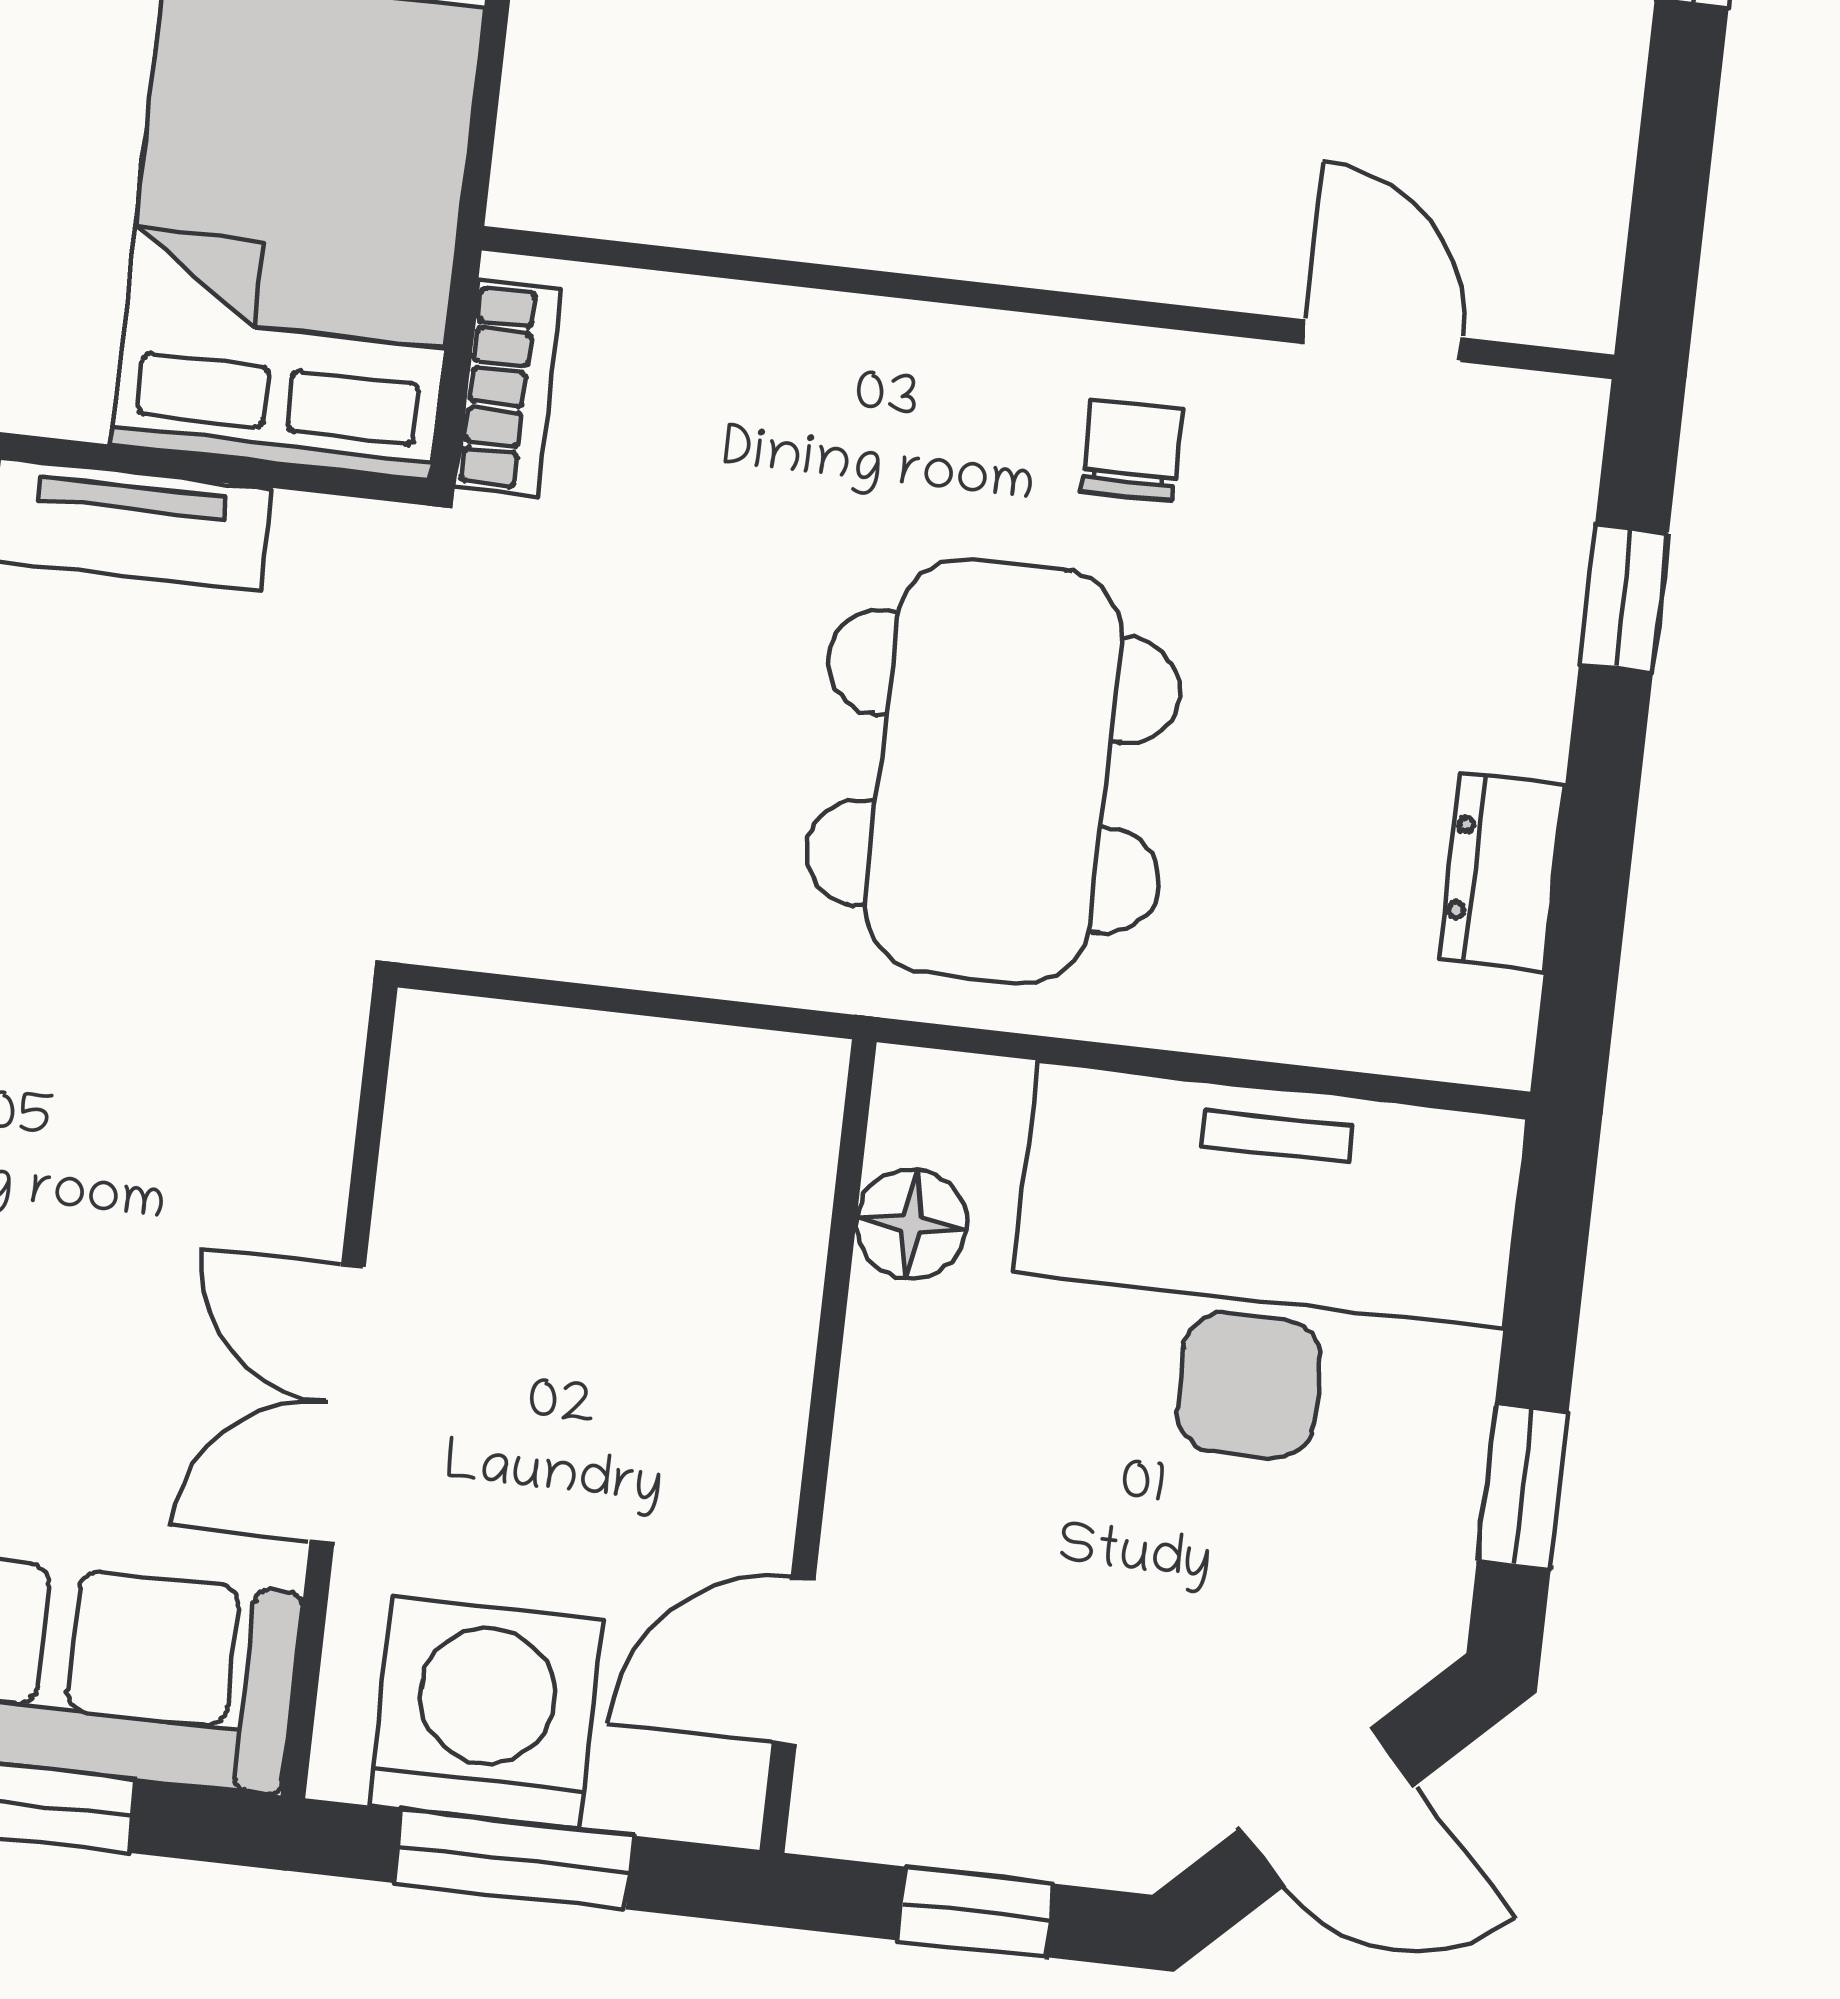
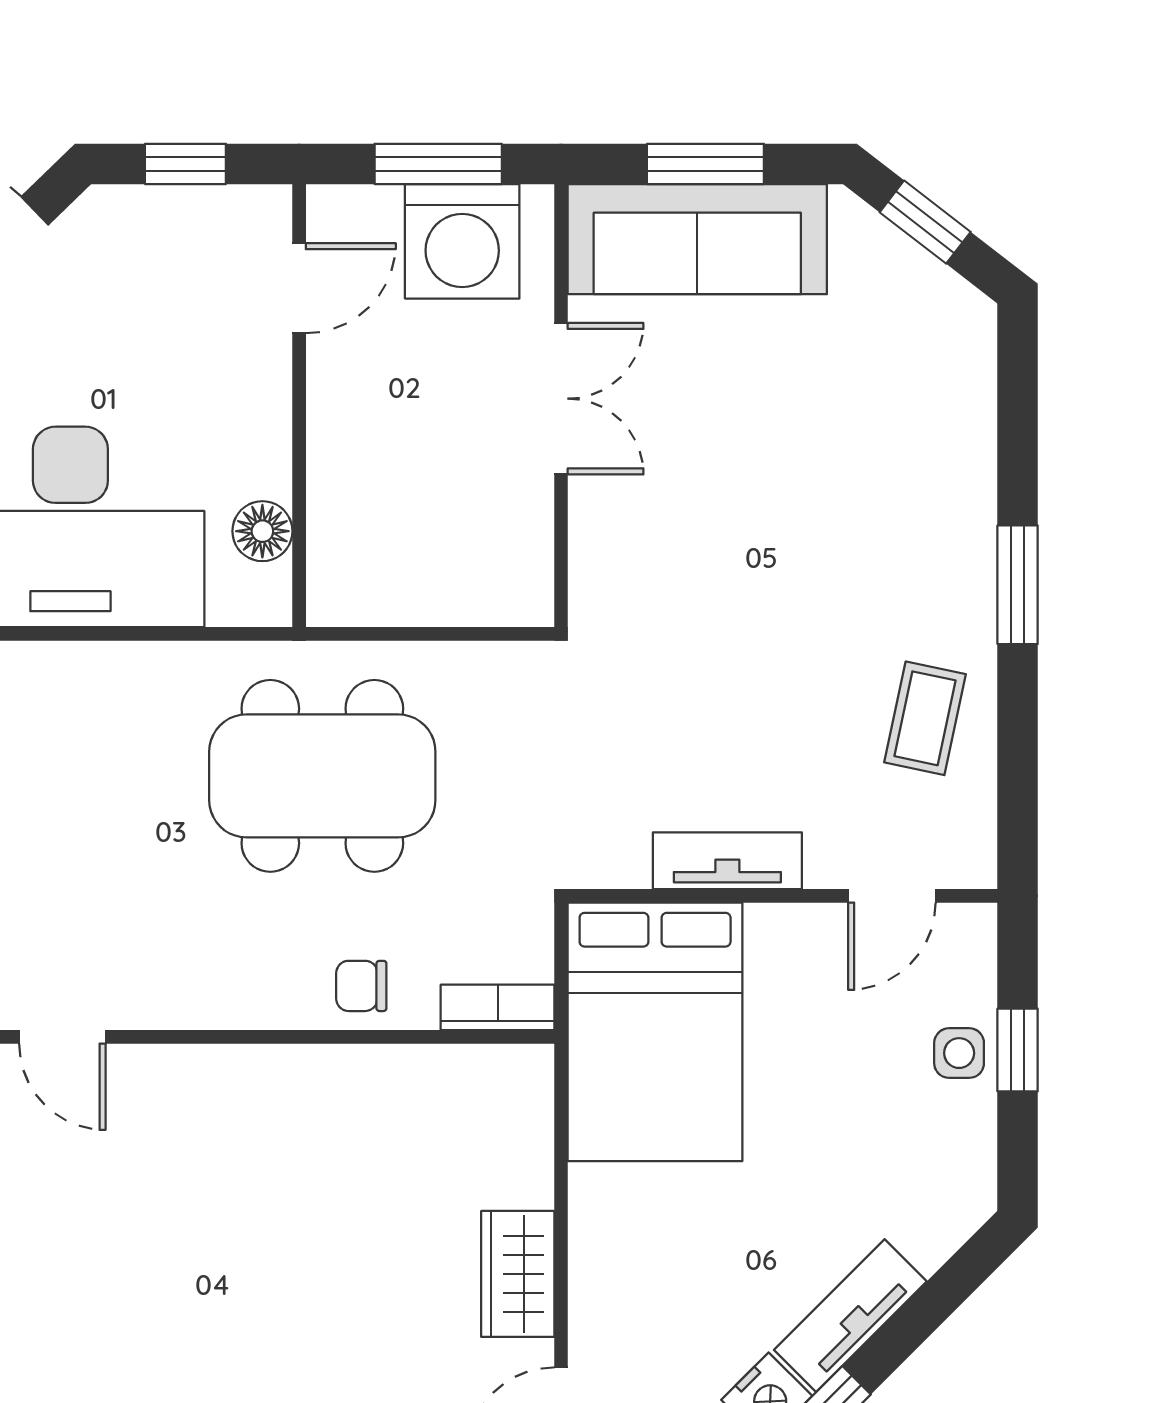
bookcase: (508, 388) -> (498, 1007), moved, turned 90
chair: (1131, 450) -> (361, 986), moved, turned 90
dining table: (993, 771) -> (322, 776), moved, turned 90

